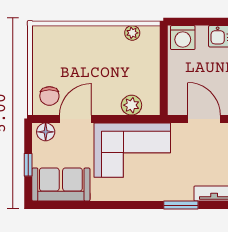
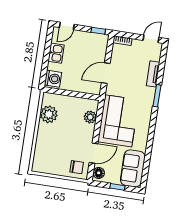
plant: (132, 33) -> (49, 114), width x1.88, depth x1.88
door: (76, 119) -> (94, 153), swing flipped

